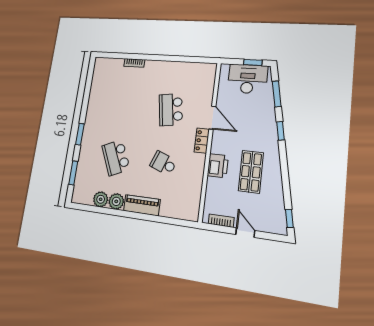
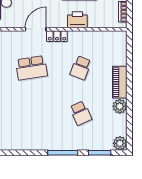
window: (80, 134) -> (63, 153), width x1.44
school desk: (116, 158) -> (81, 113), width x0.54
plant: (101, 199) -> (120, 143), moved

